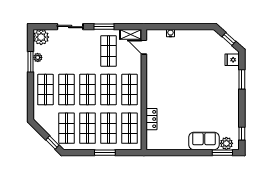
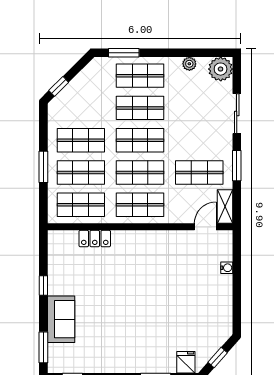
window: (31, 62) -> (124, 53), moved
shop shelf: (66, 128) -> (81, 108), removed
plant: (226, 143) -> (57, 354), removed
window: (182, 153) -> (43, 286), added

